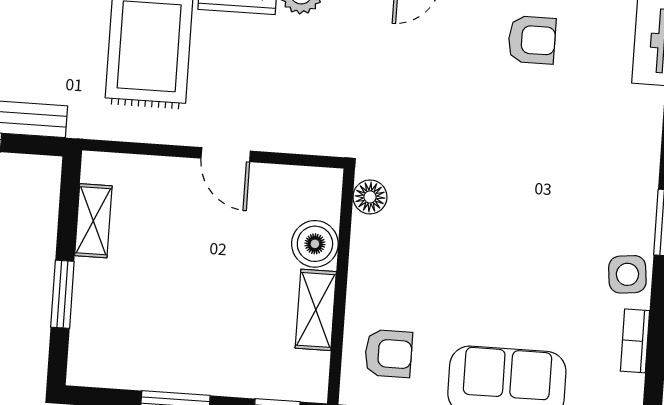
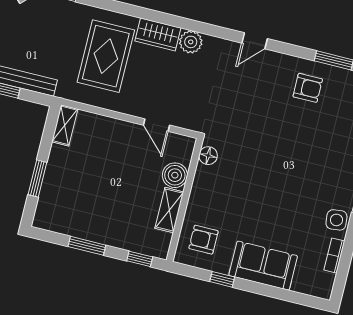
door: (226, 155) -> (157, 125), moved
shelving: (93, 221) -> (65, 125), moved
armchair: (388, 354) -> (203, 240), turned 180

